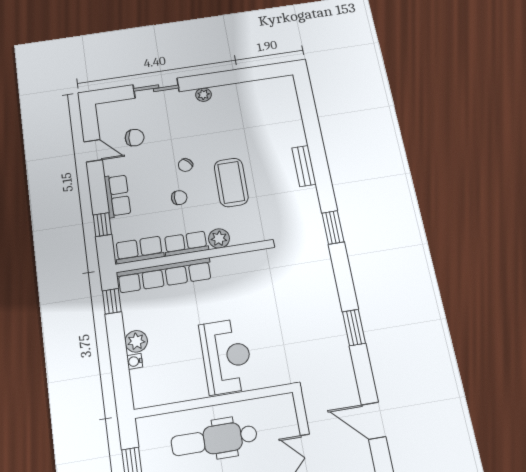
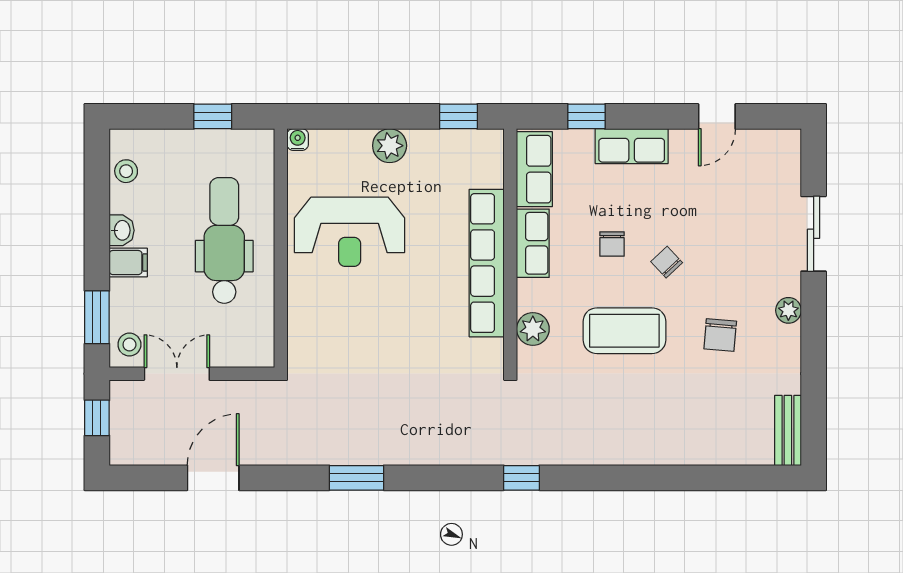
chair: (135, 138) -> (720, 335), moved
bench: (304, 166) -> (788, 431), moved, turned 90
window: (333, 227) -> (521, 478), width x0.67
plant: (219, 238) -> (533, 329), moved
row of seats: (164, 275) -> (487, 263), moved
reception desk: (226, 356) -> (350, 232), moved
water cooler: (135, 361) -> (298, 140), moved

